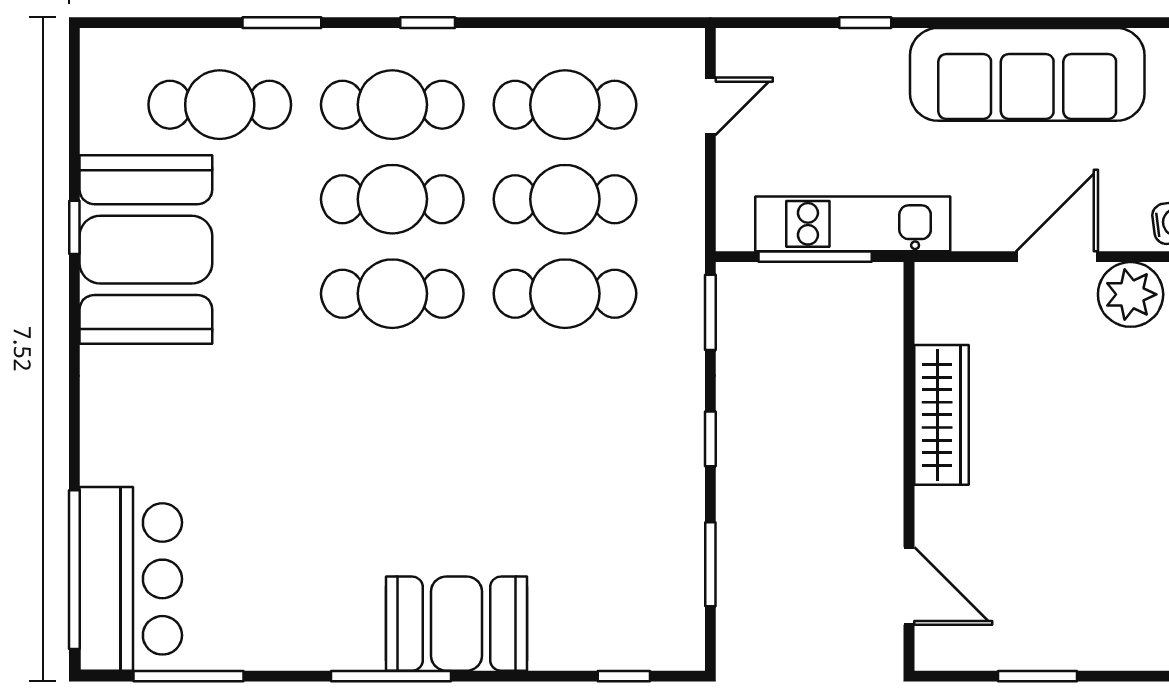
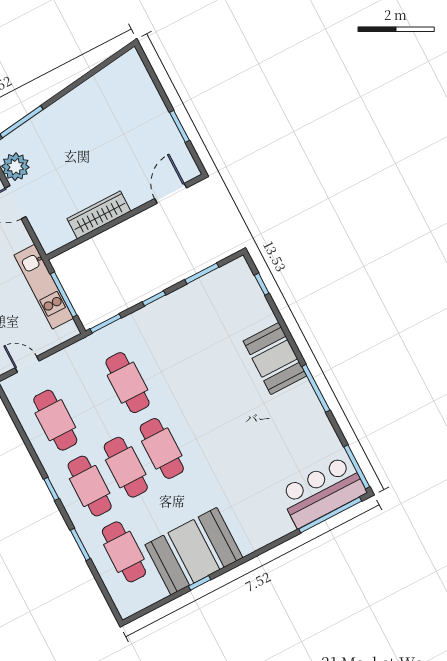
cafe table: (565, 199) -> (91, 401), removed
window: (188, 676) -> (357, 467), moved
window: (391, 676) -> (316, 388), moved

